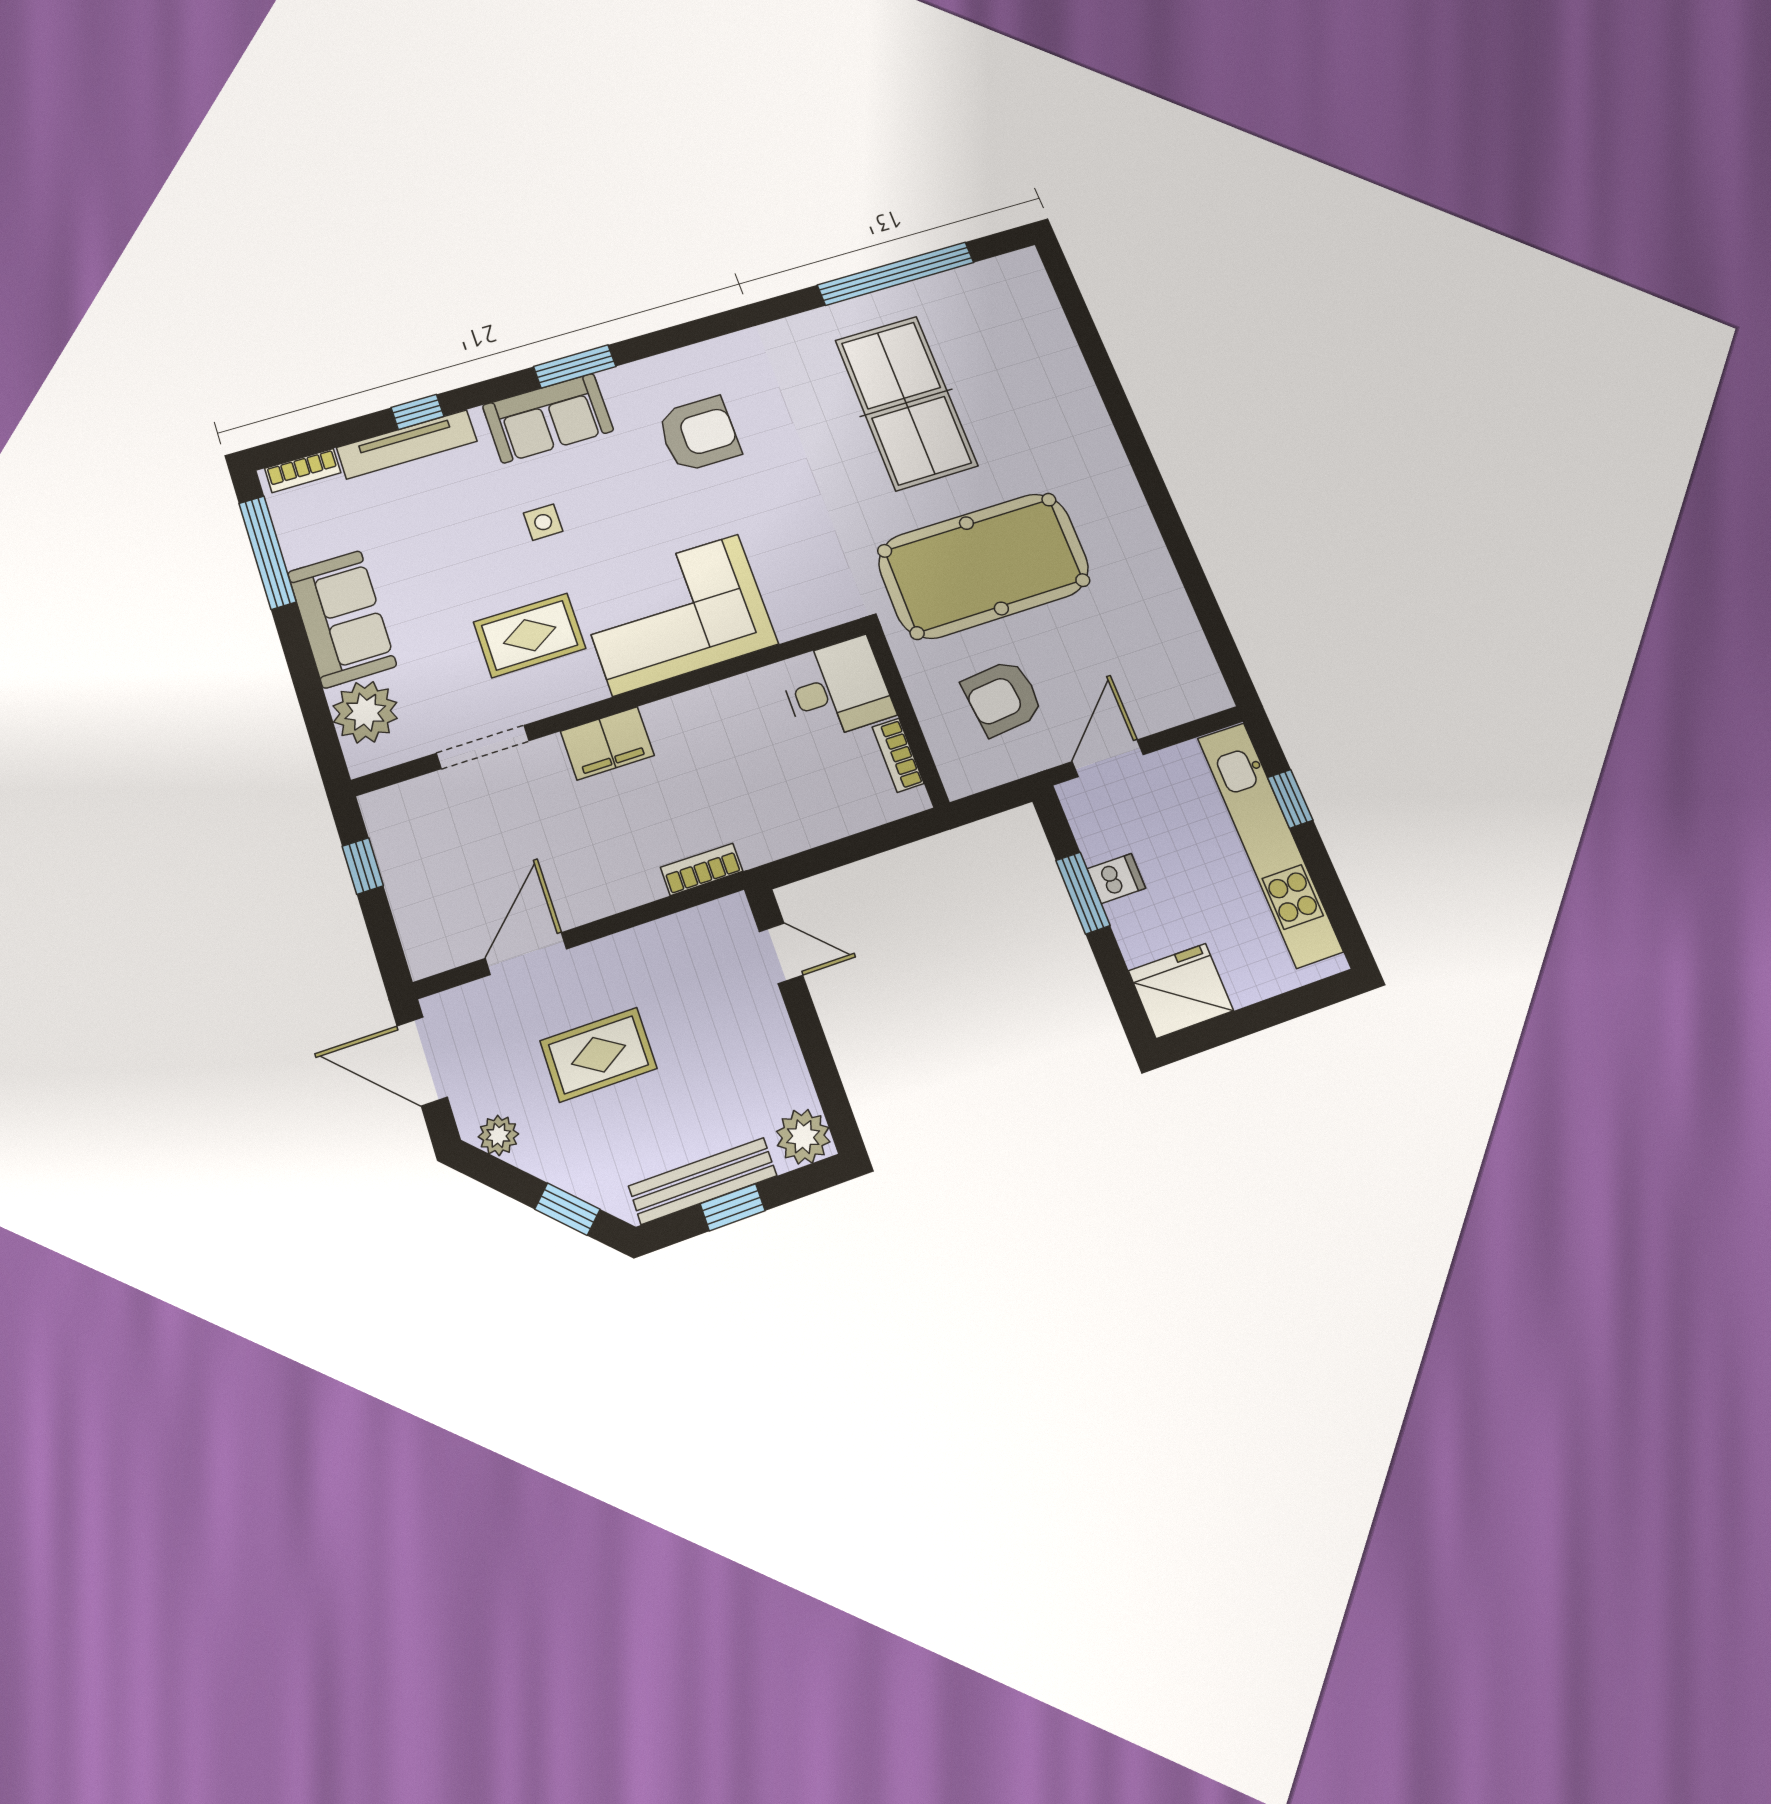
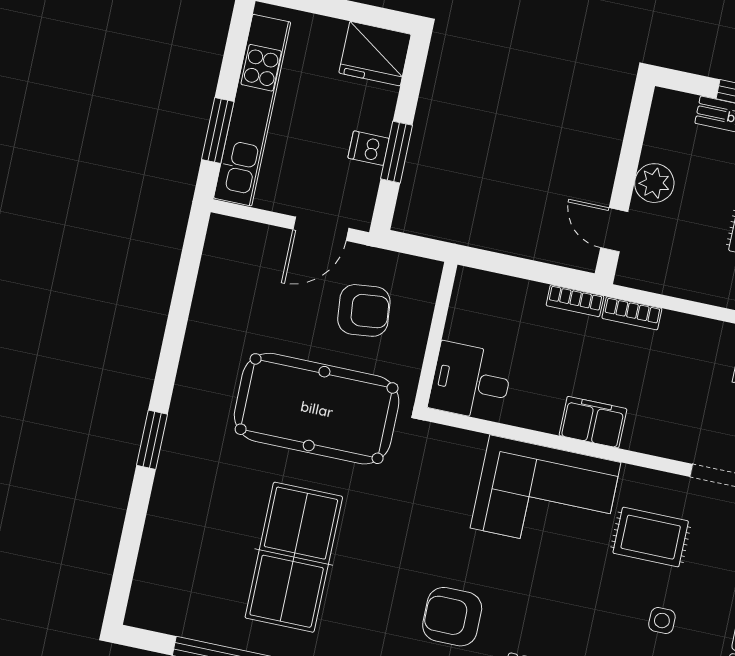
window: (1132, 438) -> (152, 440), added
side table: (543, 522) -> (662, 621), moved
filing cabinet: (607, 743) -> (593, 422), moved
bookcase: (898, 755) -> (575, 301), moved, turned 90
window: (1290, 799) -> (218, 130), width x1.50
plant: (803, 1137) -> (654, 183), moved

